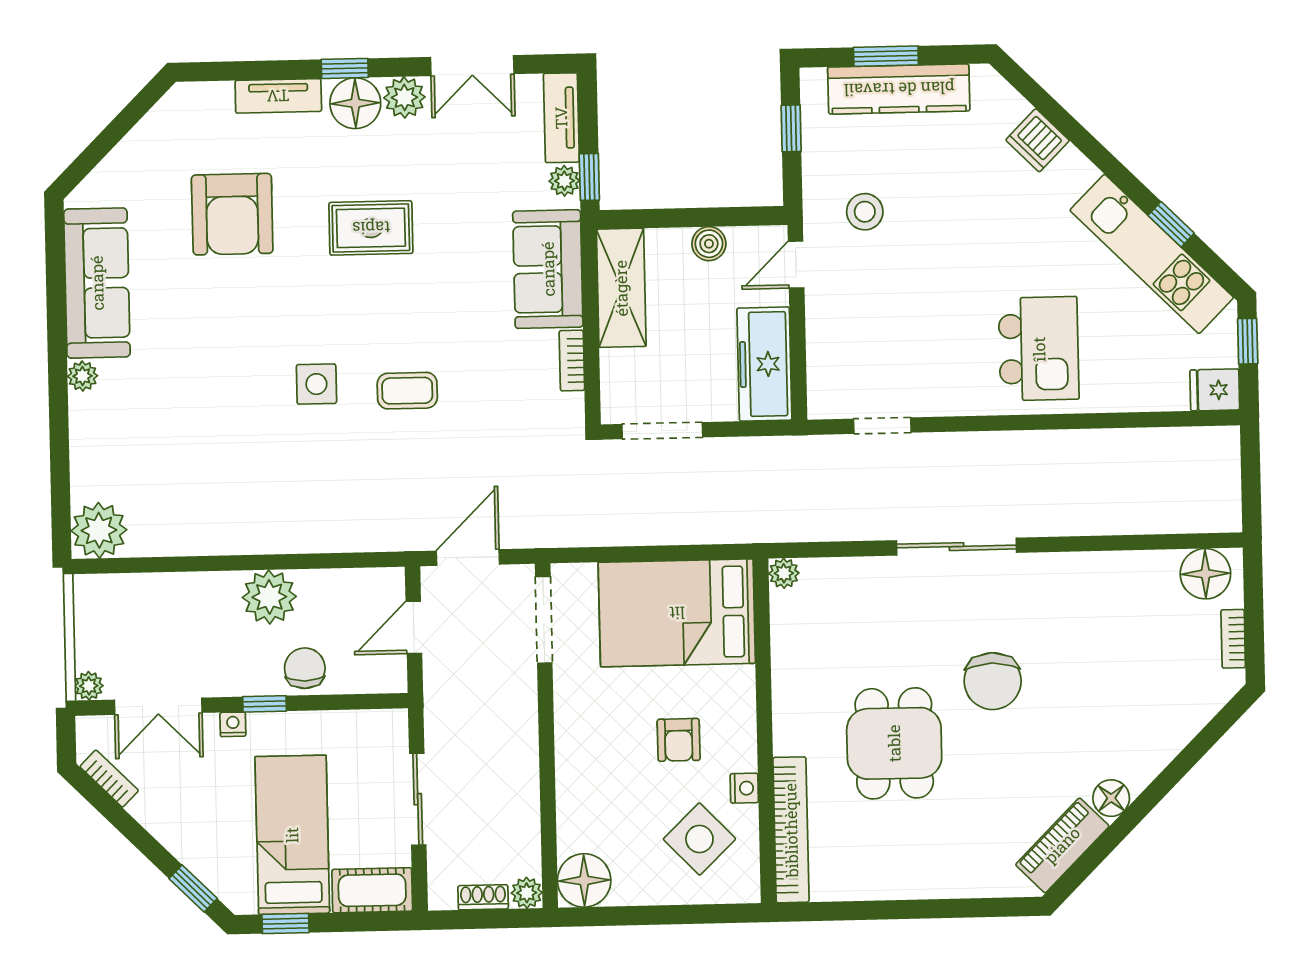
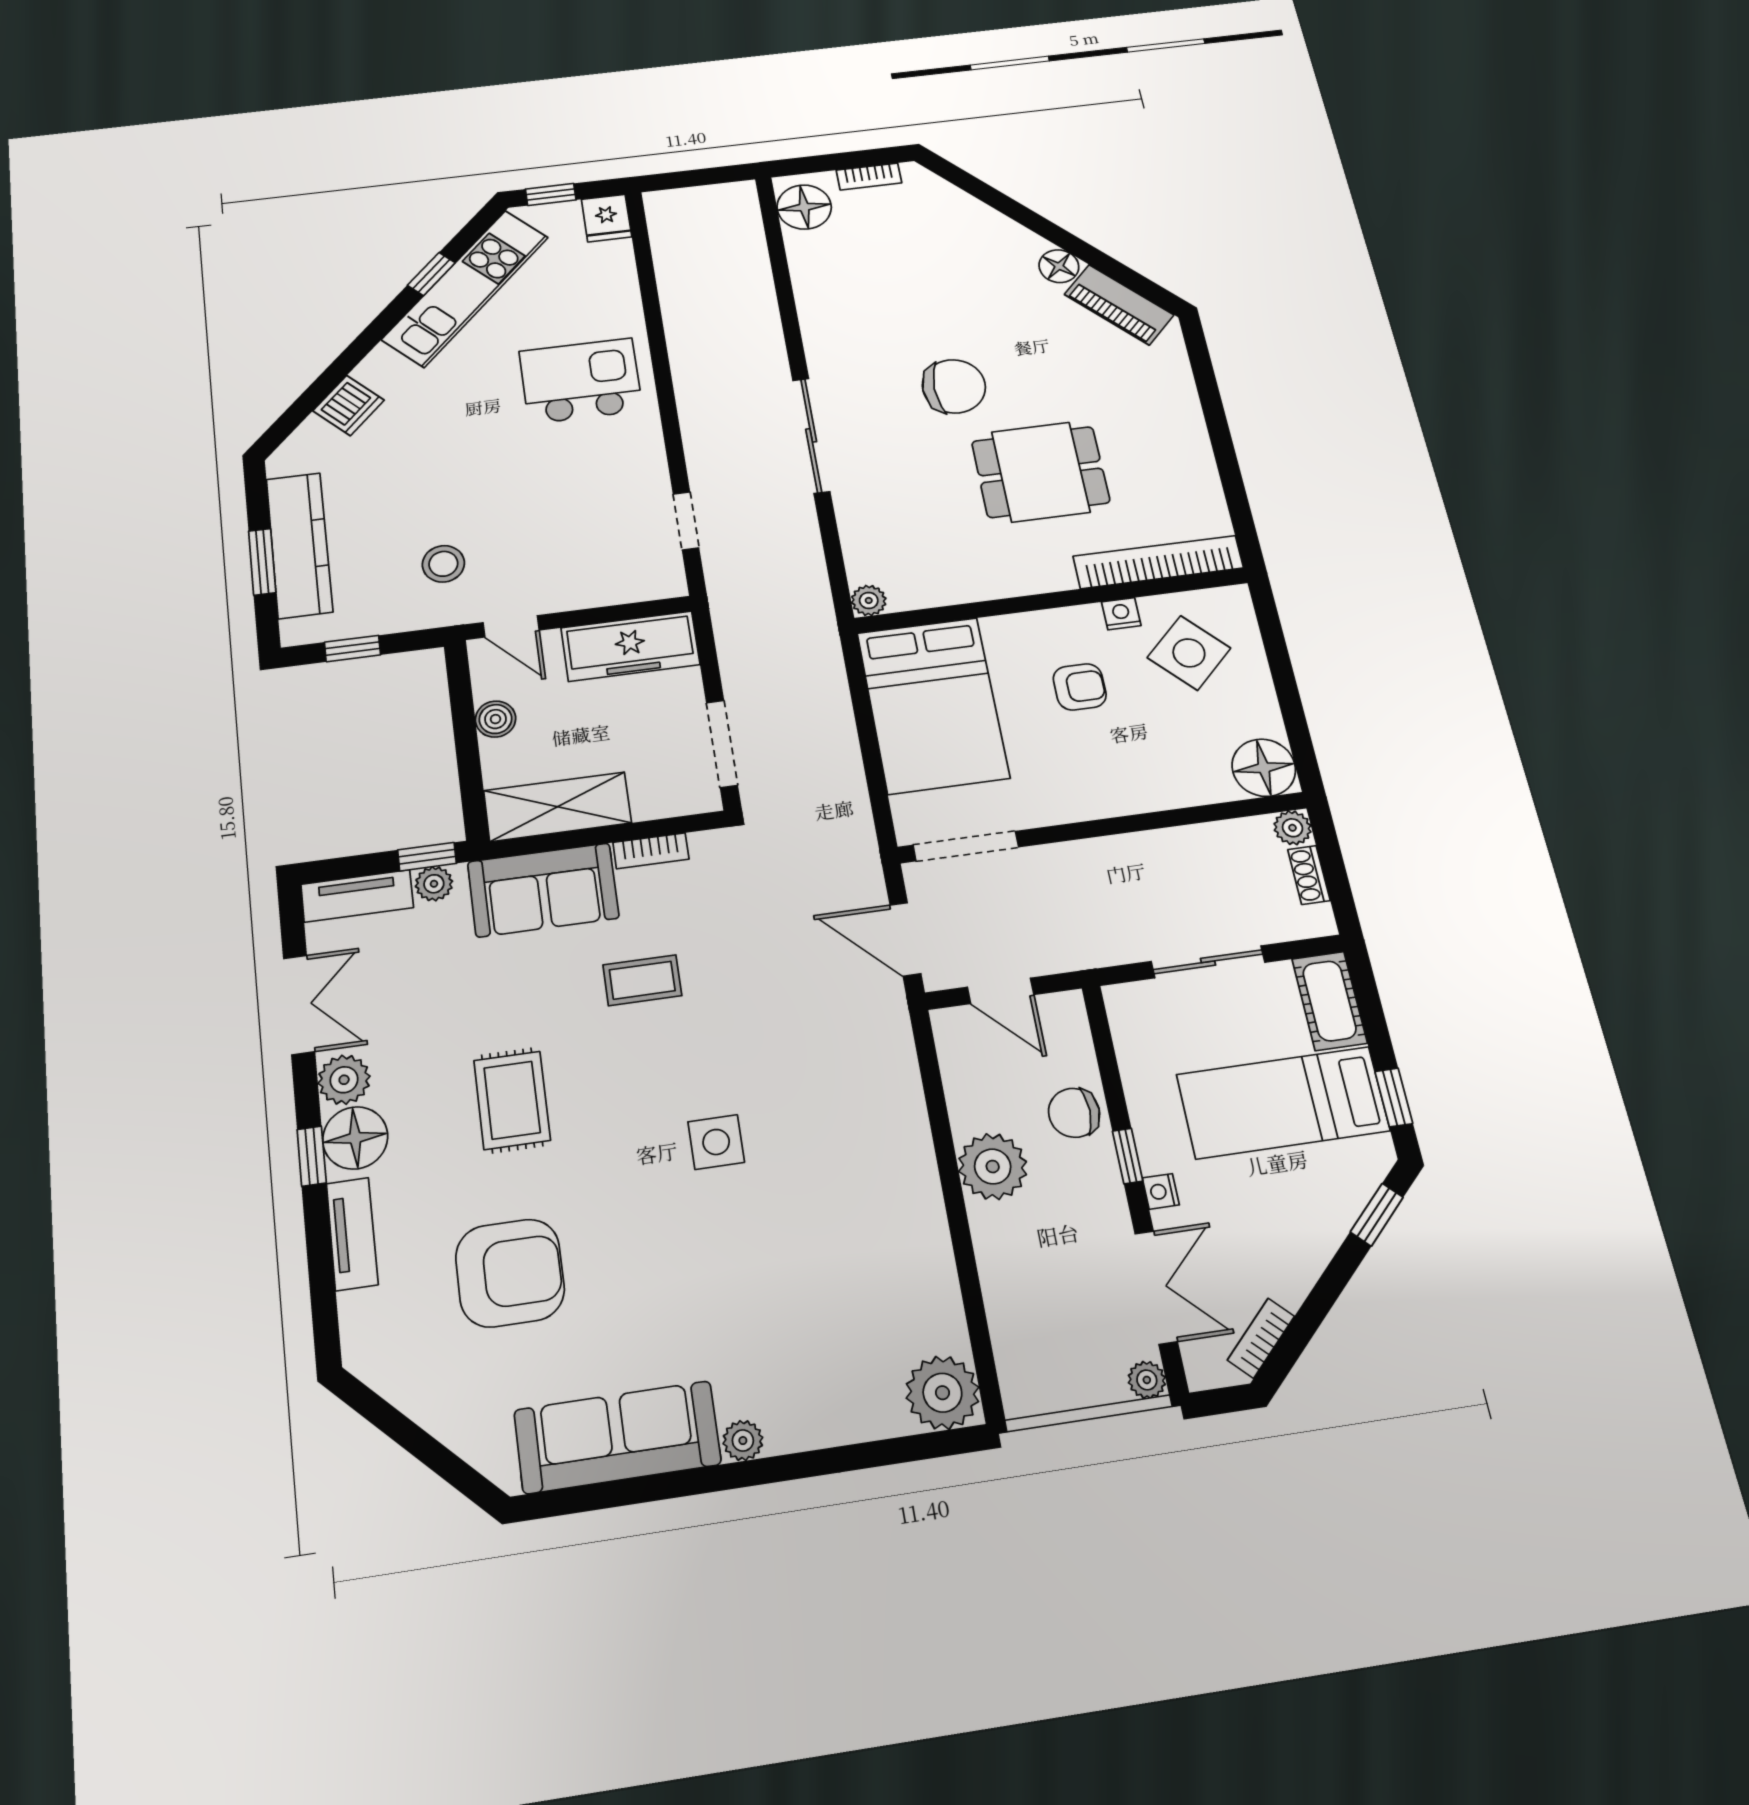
coffee table: (407, 391) -> (642, 980), moved, turned 90

